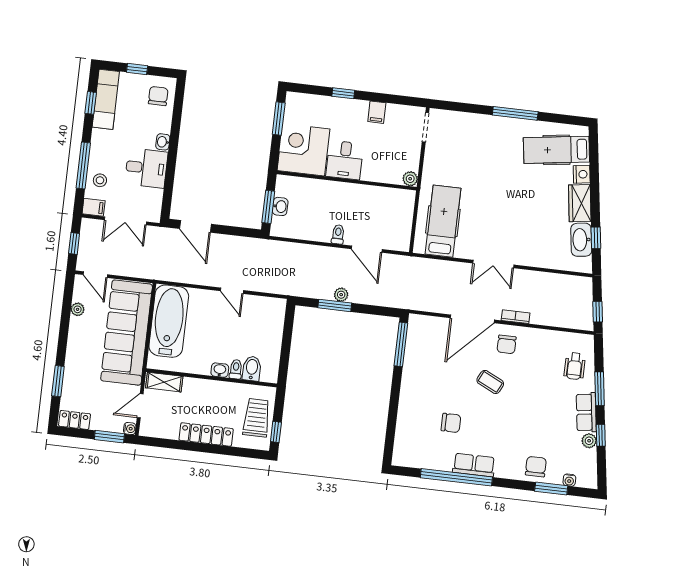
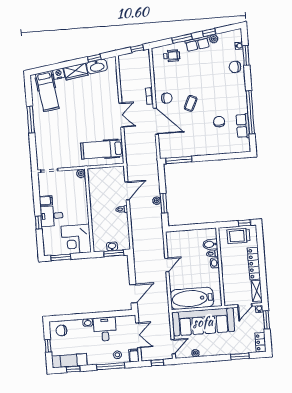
desk: (345, 160) -> (52, 216), moved, turned 180
shelving: (164, 382) -> (257, 291), moved
door: (140, 406) -> (245, 305), hinge flipped
row of seats: (474, 465) -> (243, 126), moved

